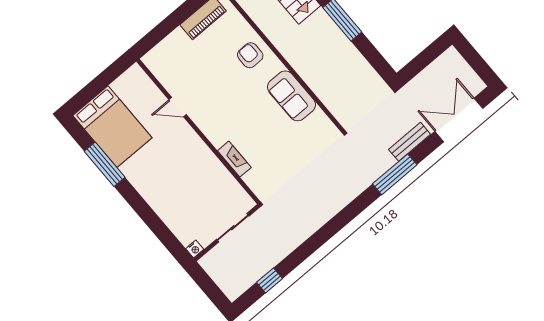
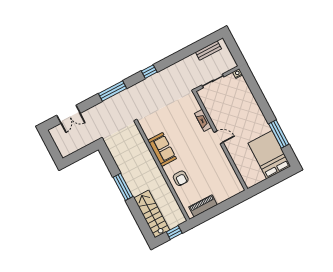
door: (178, 107) -> (219, 137), moved
double door: (459, 120) -> (68, 114), width x0.73
bench: (410, 142) -> (208, 50), moved
window: (270, 280) -> (149, 72), moved

